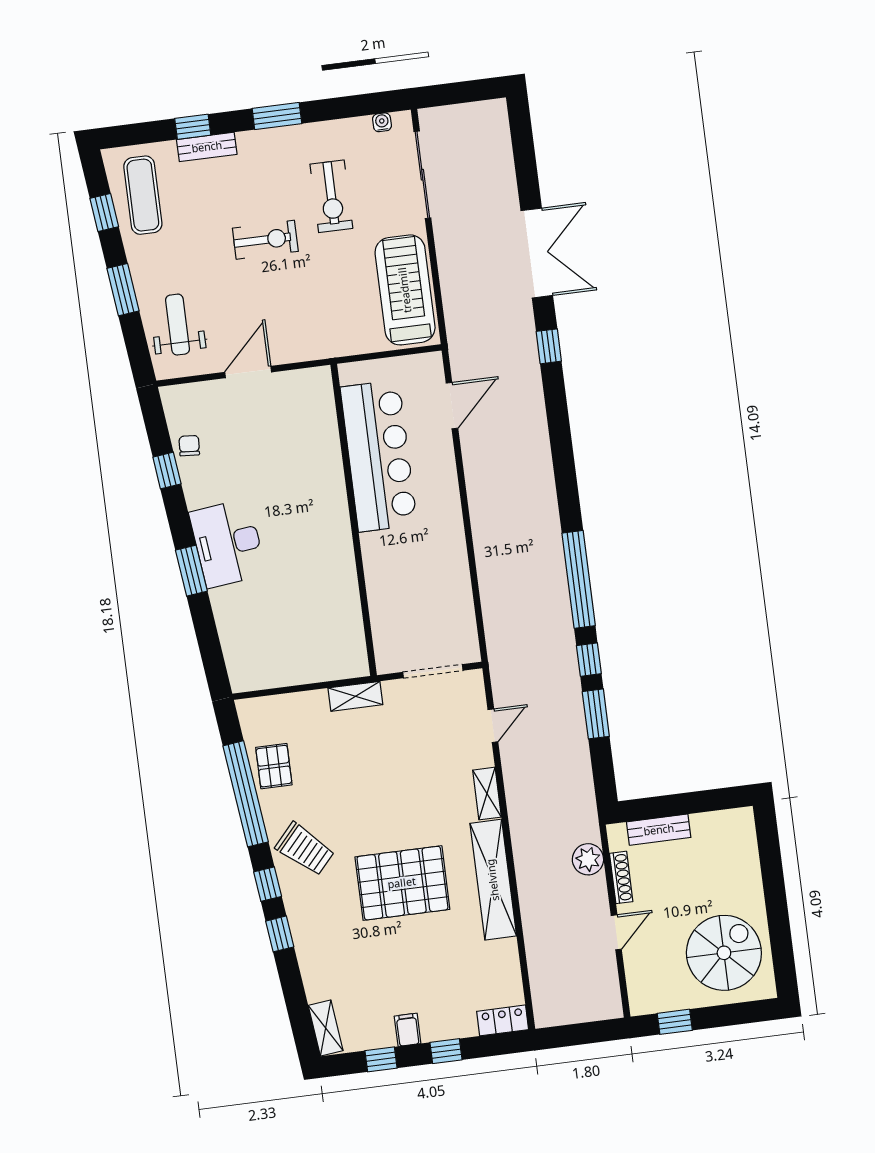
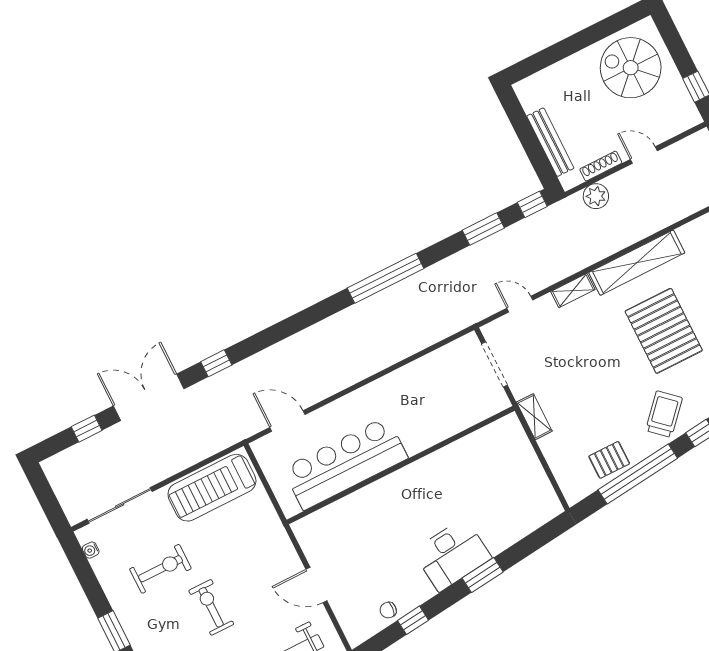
window: (526, 168) -> (87, 429), added
window: (589, 660) -> (532, 204), moved
bench: (659, 830) -> (550, 142), width x1.36

